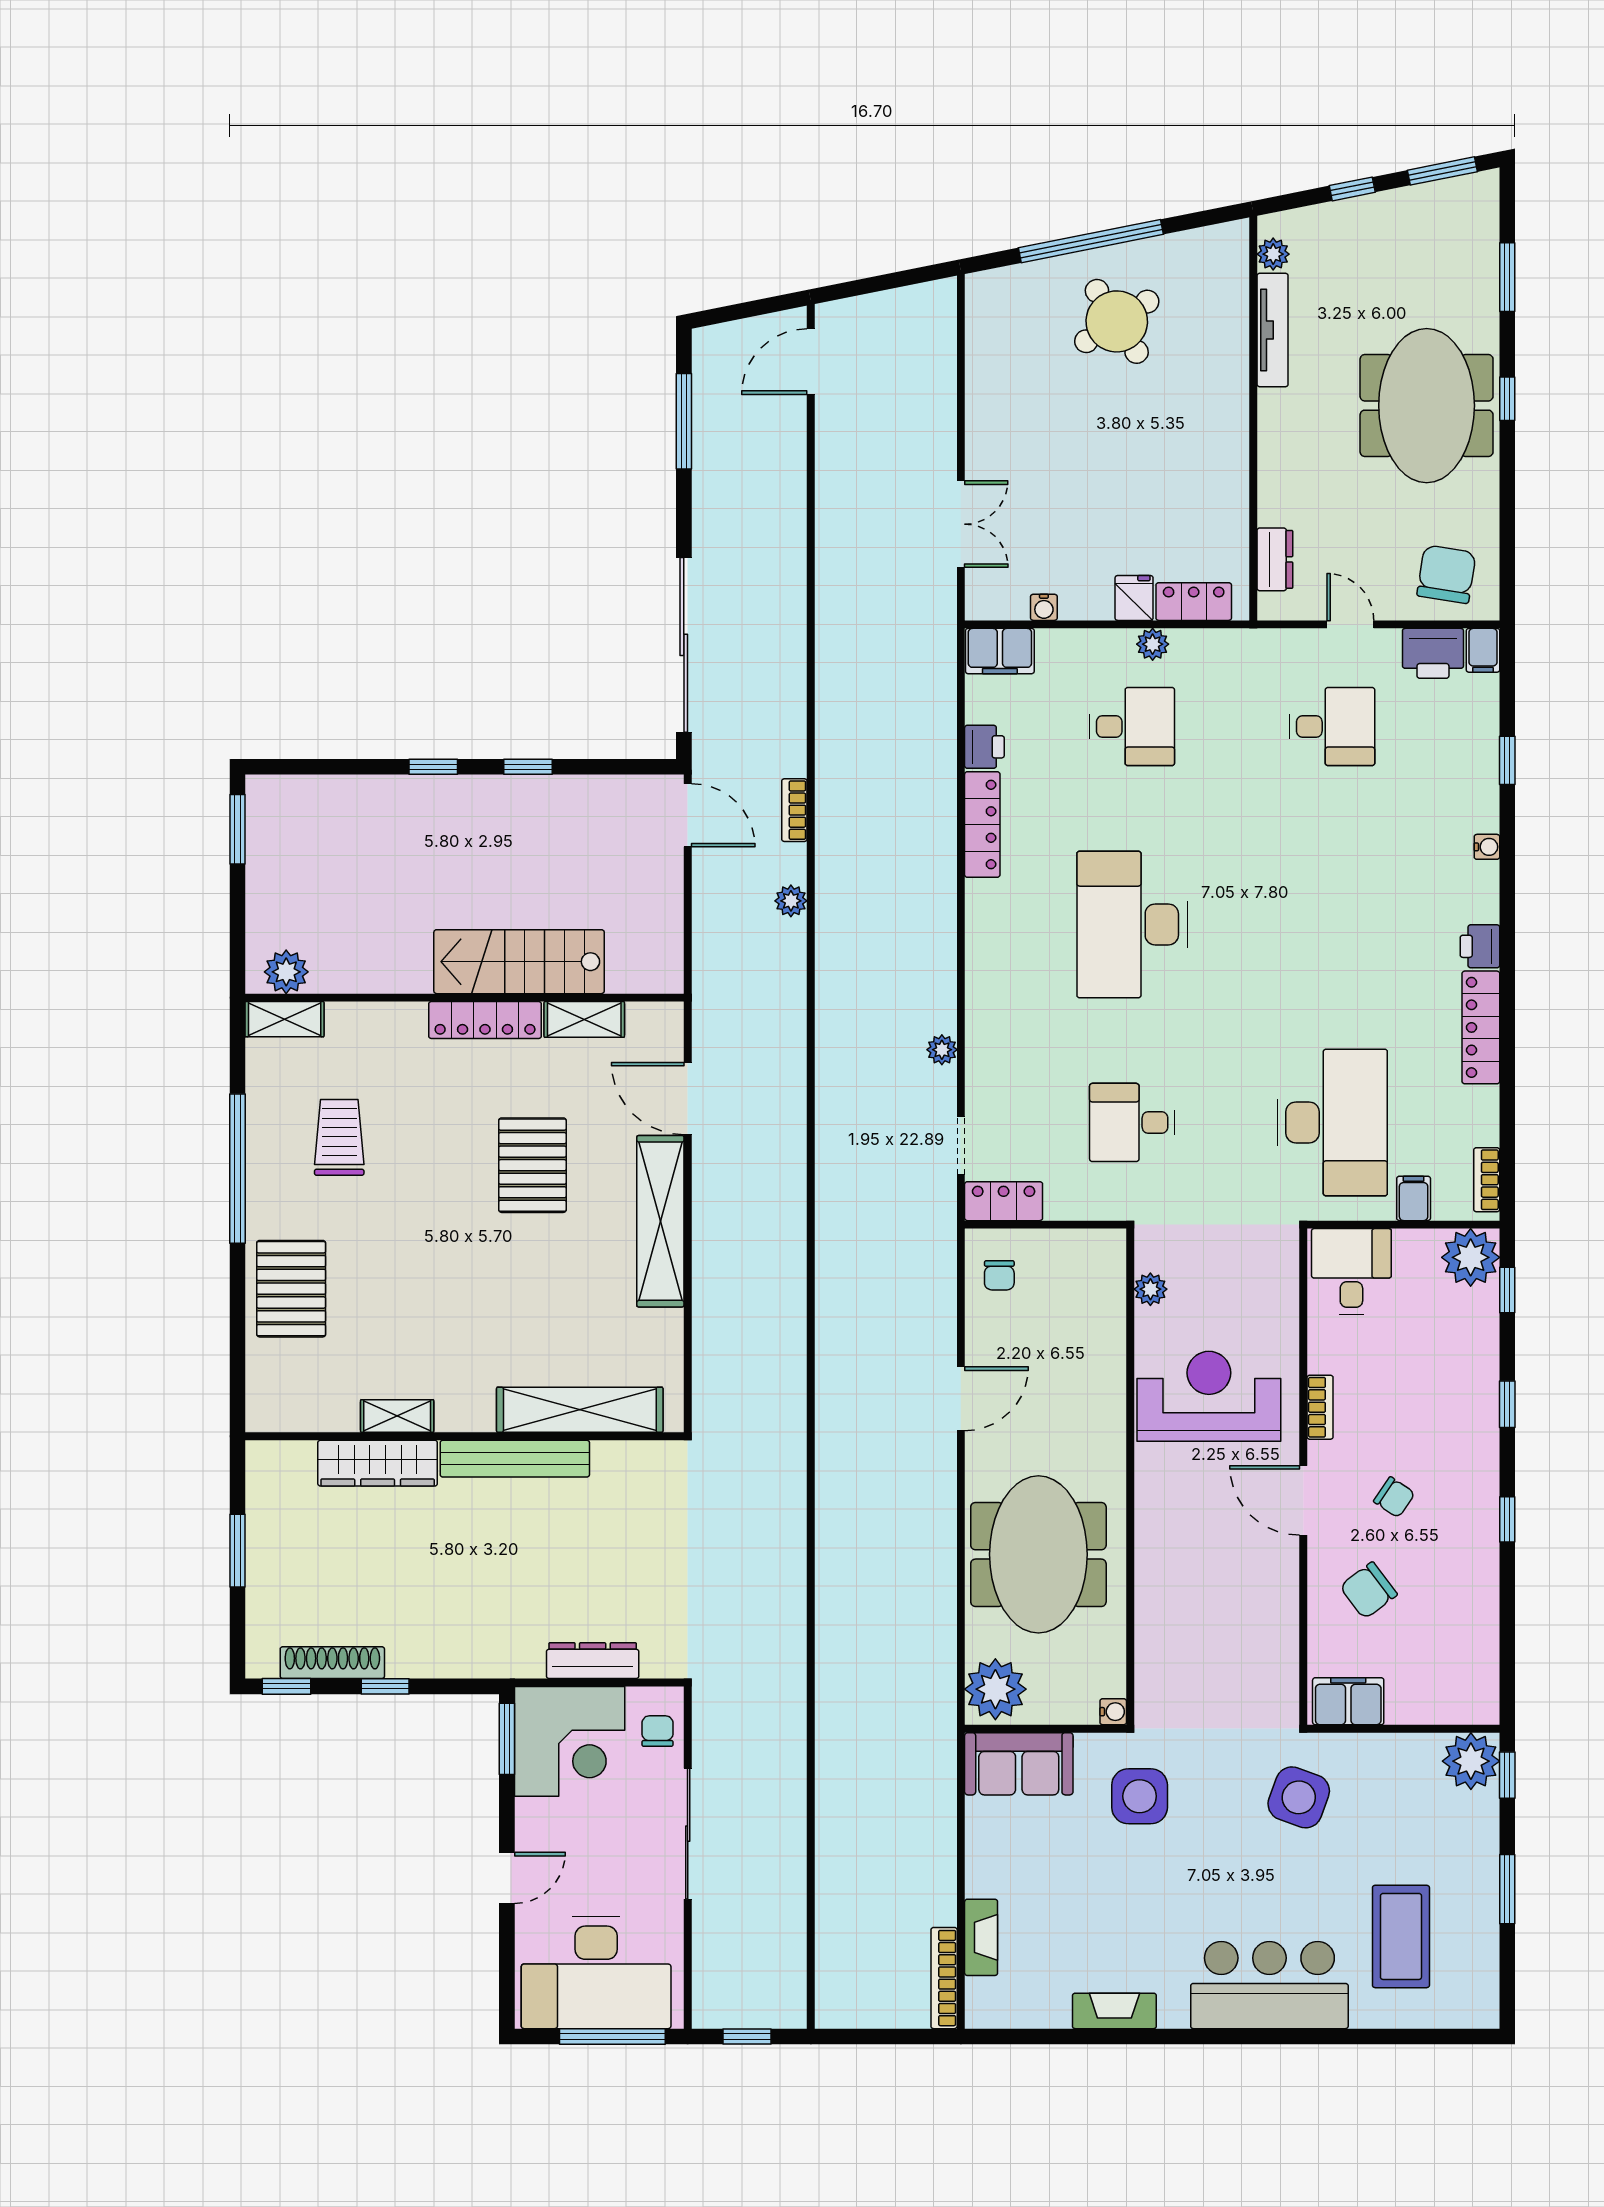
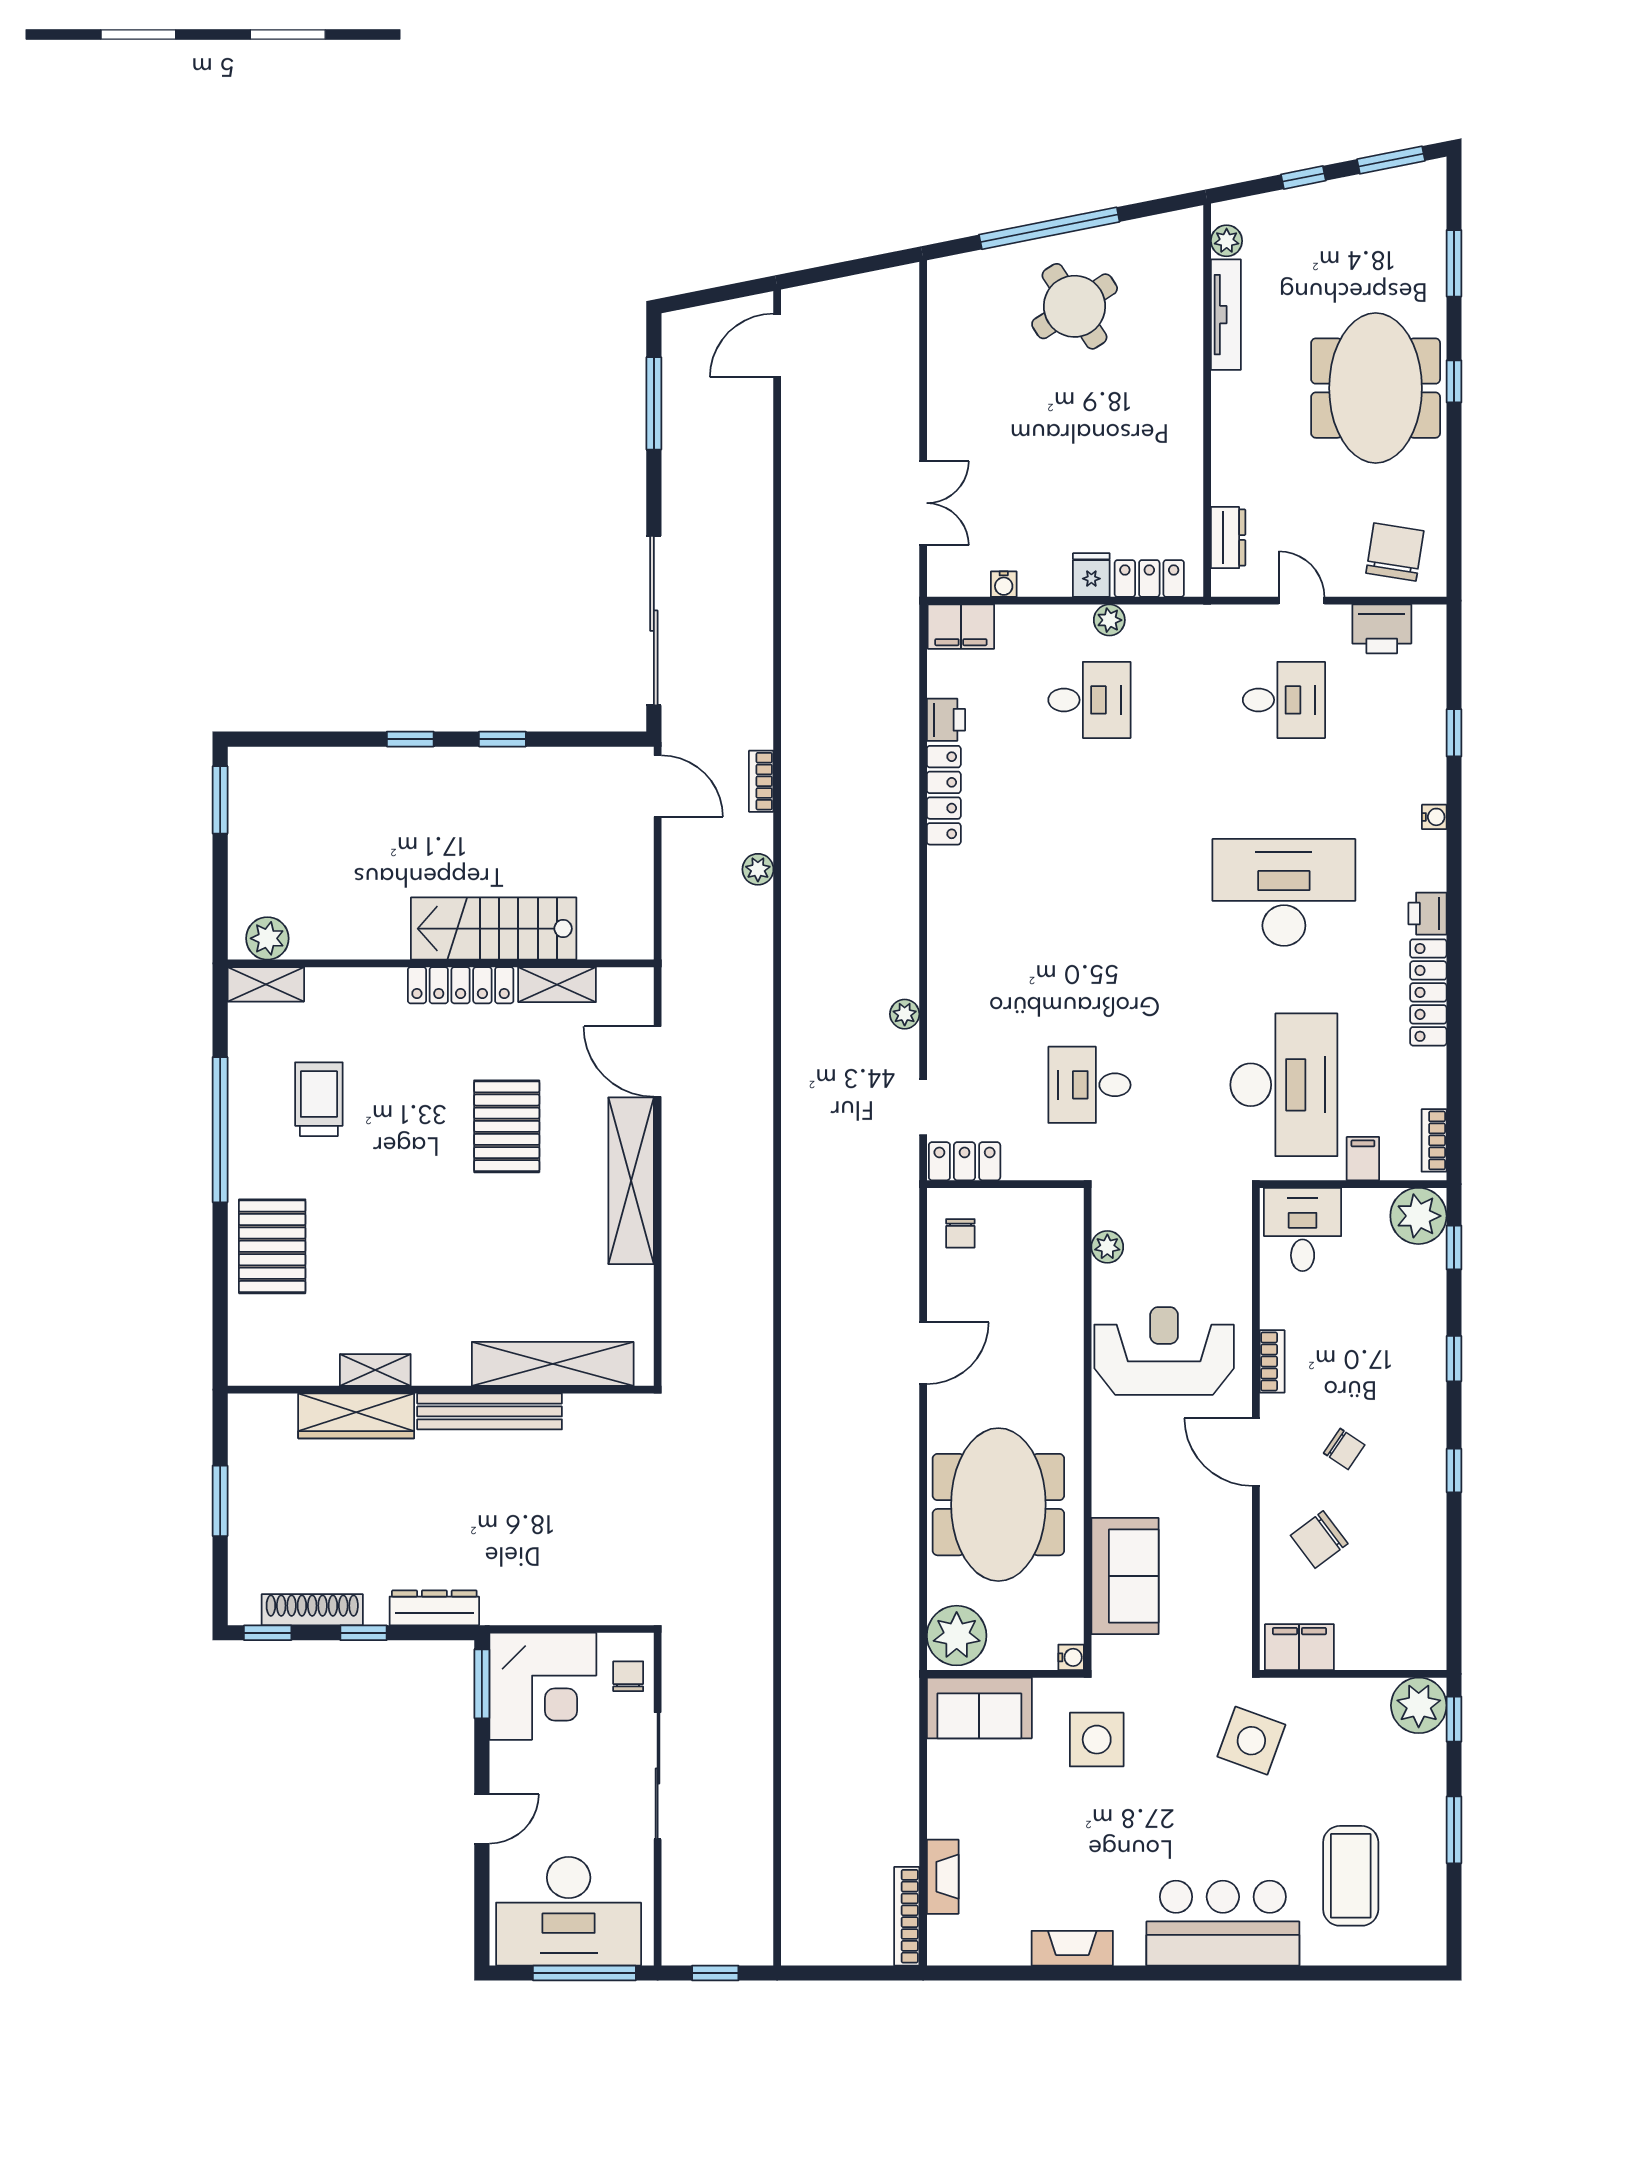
filing cabinet: (1483, 650) -> (1430, 626), removed
desk: (1132, 924) -> (1284, 892), moved, turned 90
sofa: (1169, 1628) -> (1125, 1576), added
dresser: (593, 1661) -> (434, 1608), moved

